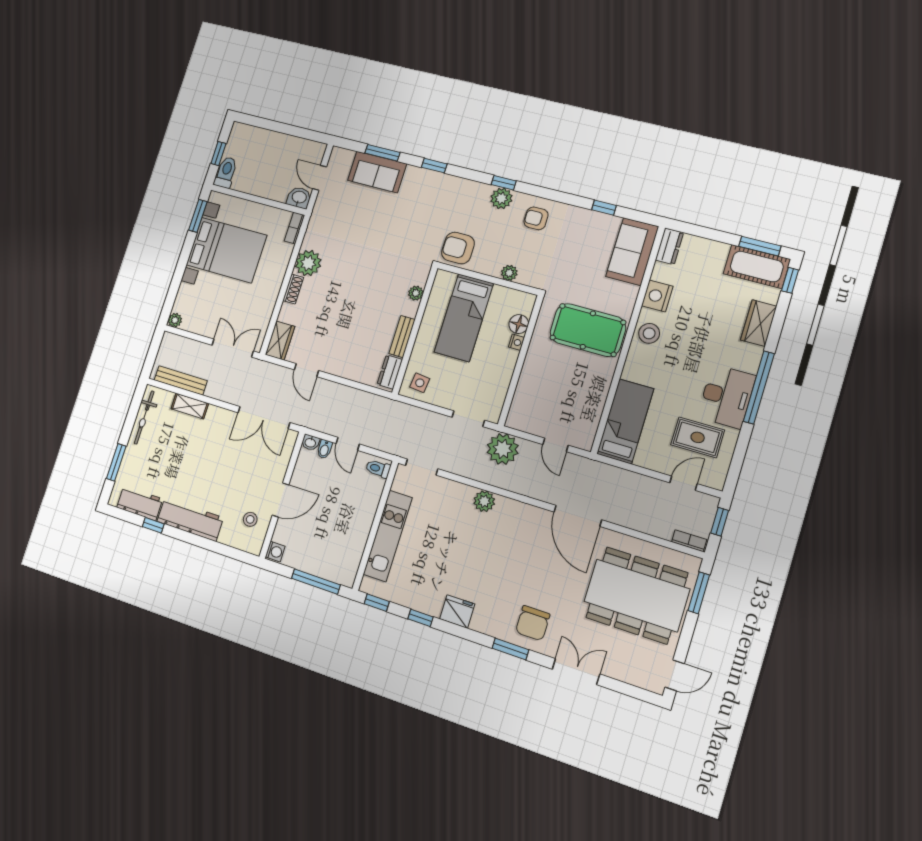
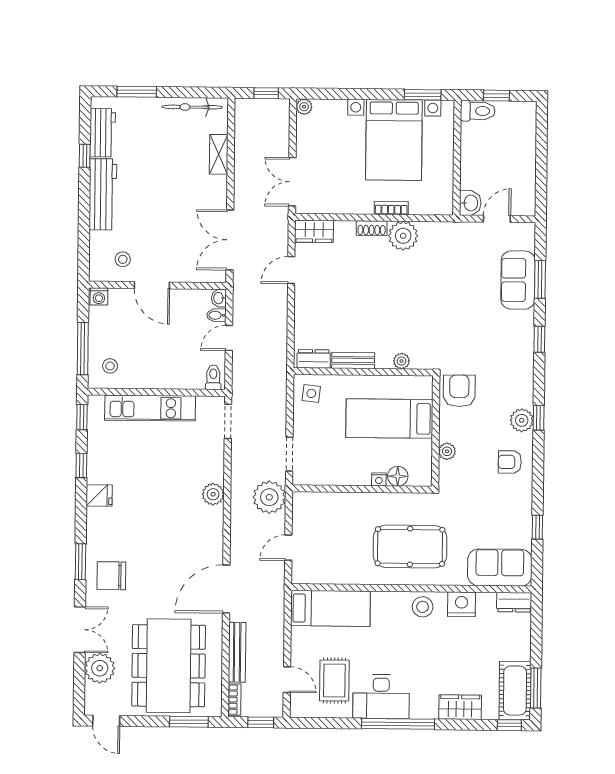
armchair: (536, 218) -> (510, 462), turned -90
bookcase: (294, 228) -> (391, 208), moved
pool table: (588, 330) -> (410, 547), turned 90
double door: (233, 348) -> (292, 182), swing flipped
window: (154, 350) -> (266, 93), added
bench: (181, 380) -> (237, 652), moved
stool: (339, 561) -> (110, 366), added
fridge: (457, 611) -> (99, 496), width x0.72
plant: (620, 664) -> (100, 668), added

